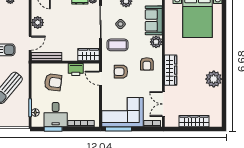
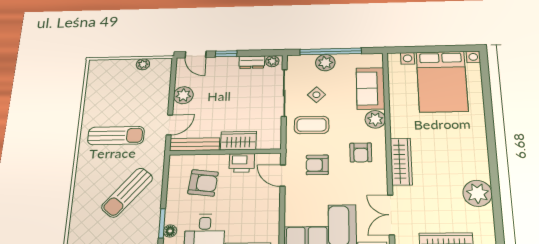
wardrobe: (89, 55) -> (238, 141), moved
plant: (214, 79) -> (478, 193), moved

